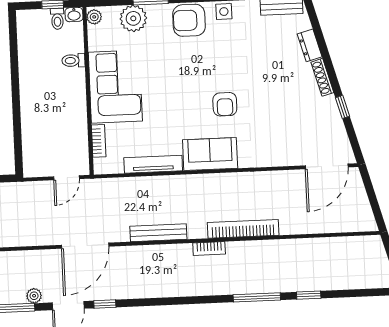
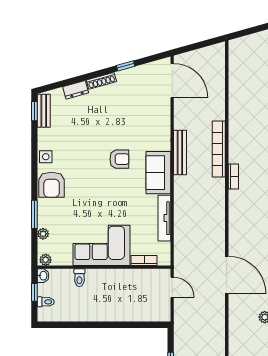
plant: (133, 18) -> (43, 234), width x0.53, depth x0.53
toilet: (57, 19) -> (46, 302), moved
bench: (158, 233) -> (180, 153), moved

